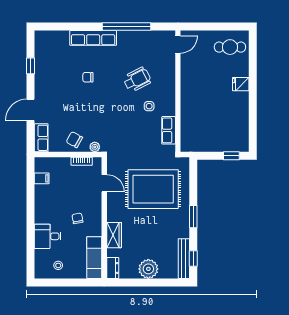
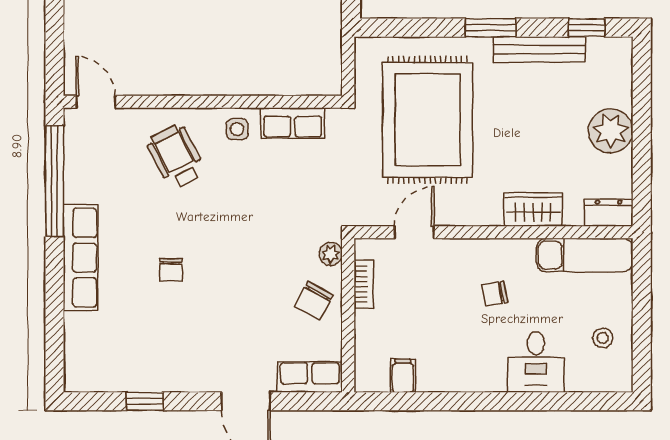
door: (178, 44) -> (96, 102), moved
wall: (178, 91) -> (203, 102), moved
row of seats: (169, 130) -> (293, 123), moved
bench: (184, 259) -> (539, 49), moved

